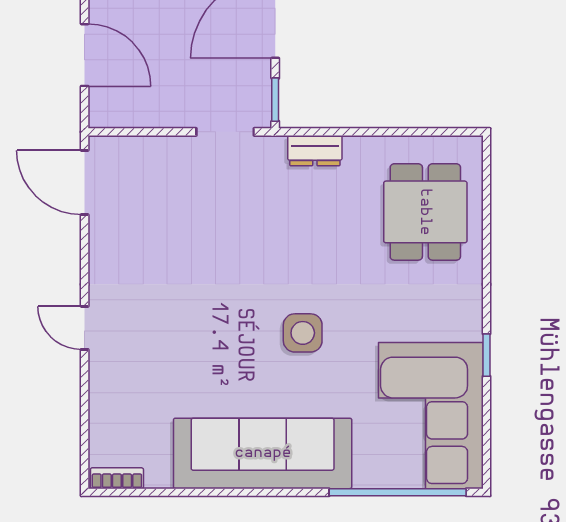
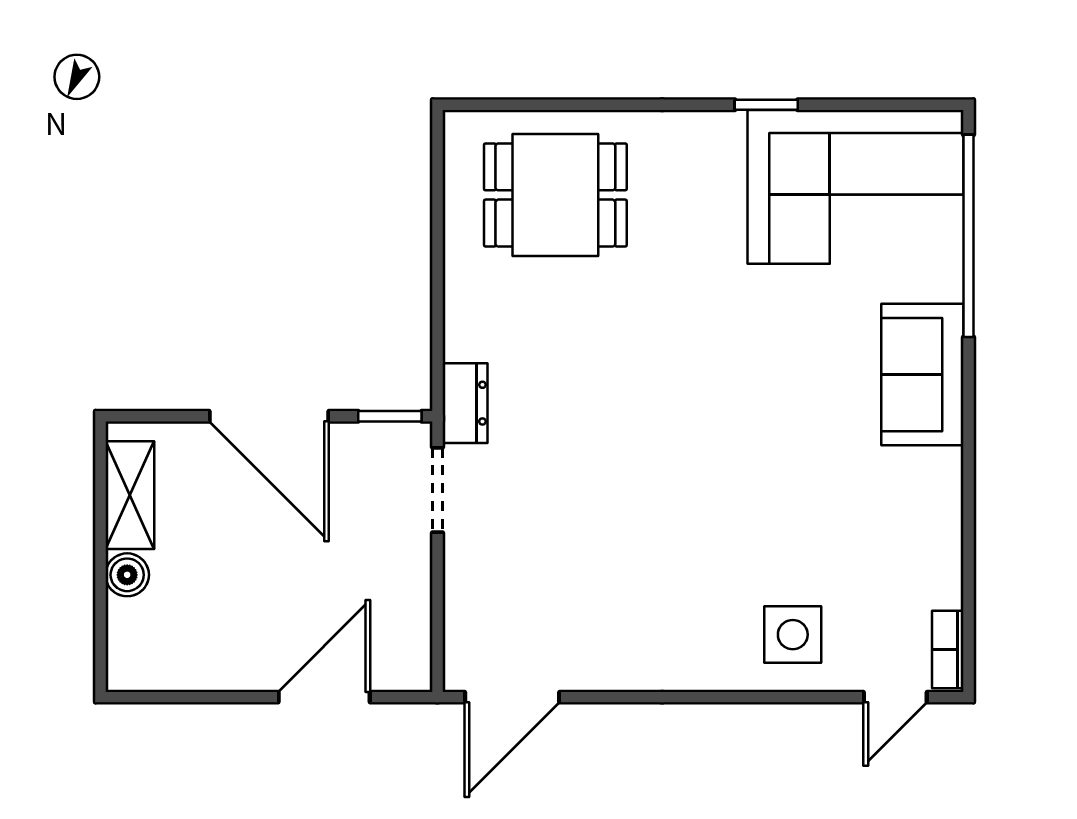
dresser: (315, 151) -> (465, 403), moved
door: (85, 328) -> (895, 697), moved
side table: (303, 333) -> (793, 635), moved
sofa: (263, 453) -> (922, 375), width x0.54, depth x0.79

